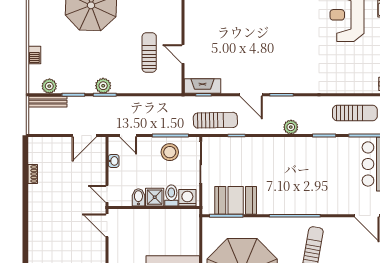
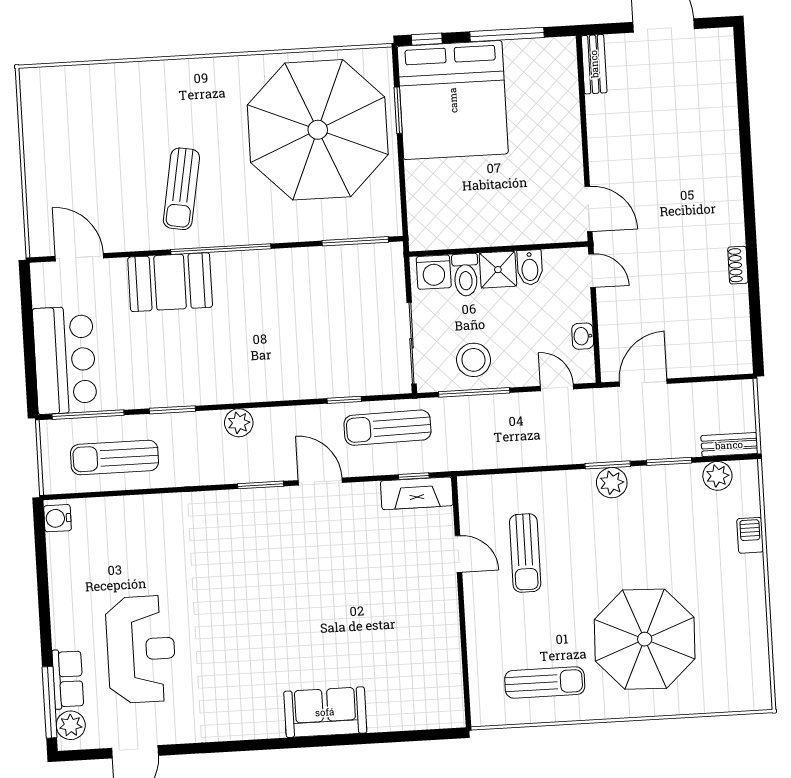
bench: (47, 102) -> (729, 445), width x0.73
shoe rack: (33, 174) -> (738, 265), moved
booth: (236, 200) -> (170, 282), moved

